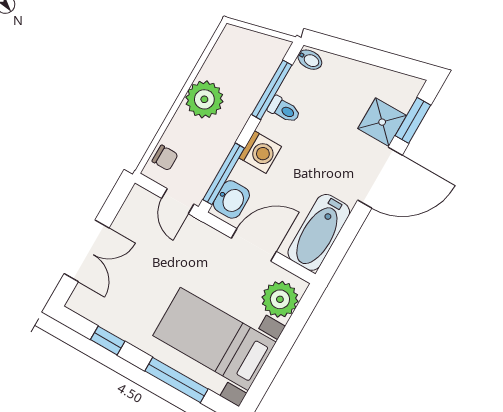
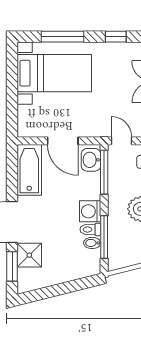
bidet: (310, 60) -> (92, 243), moved
washing machine: (260, 152) -> (90, 211), moved
door: (254, 245) -> (63, 141), hinge flipped
plant: (280, 299) -> (29, 118), removed

